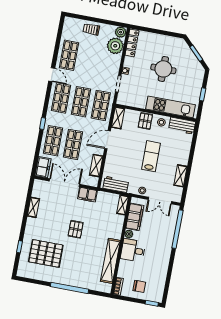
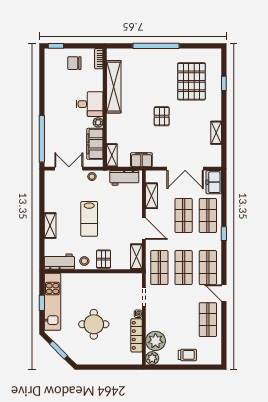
locker: (132, 43) -> (137, 335), moved
kitchen unit: (170, 107) -> (52, 302), moved, turned -90
door: (108, 140) -> (144, 229), hinge flipped
shelving: (180, 176) -> (50, 226), moved
filing cabinet: (87, 195) -> (141, 160), moved
pallet: (46, 253) -> (192, 81), turned 90

